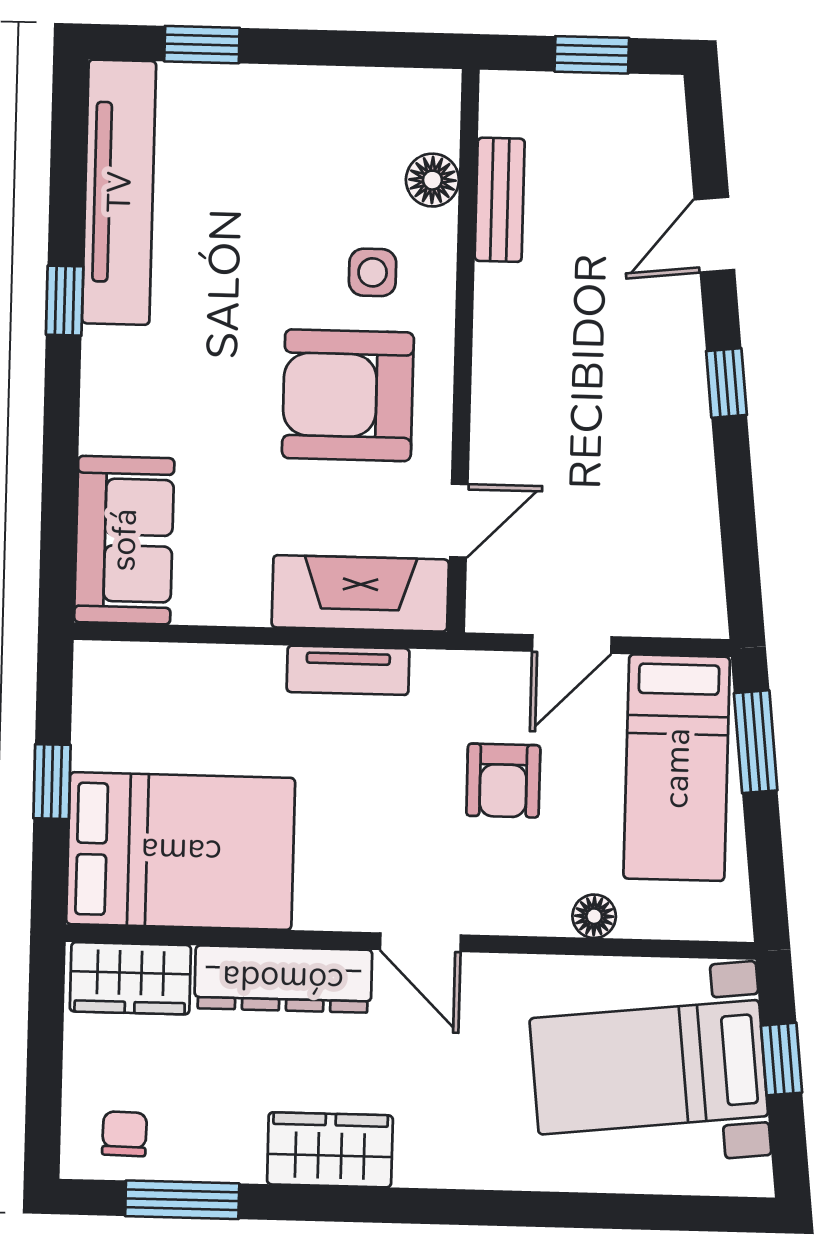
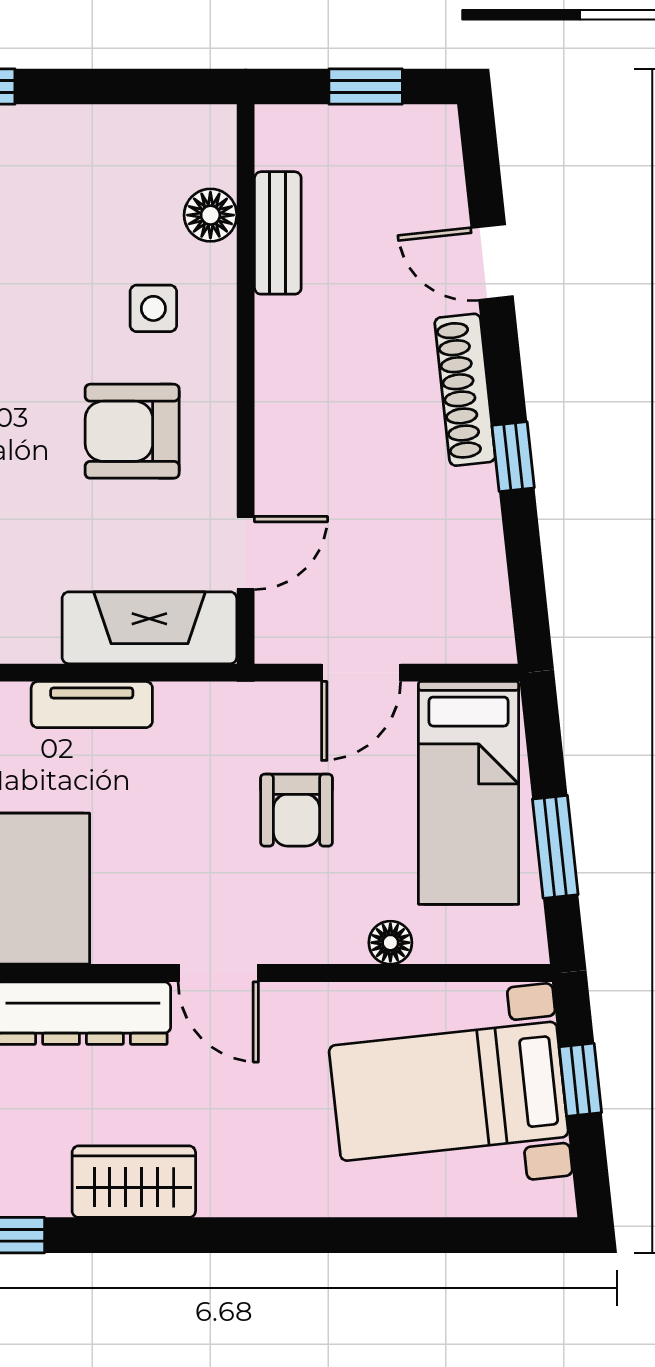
door: (714, 235) -> (492, 262), hinge flipped
shoe rack: (684, 362) -> (465, 390), added
window: (726, 383) -> (513, 457), moved
armchair: (348, 395) -> (132, 431), width x0.73, depth x0.73
tv unit: (348, 670) -> (92, 705), moved
window: (756, 742) -> (555, 847), moved

